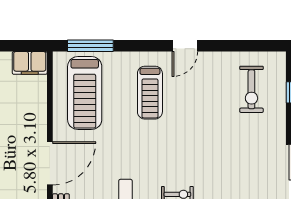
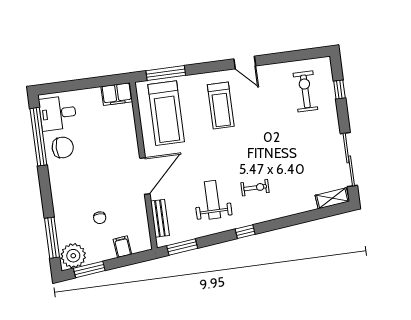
door: (185, 46) -> (245, 62), hinge flipped
exercise bike: (251, 89) -> (305, 91), turned 180

